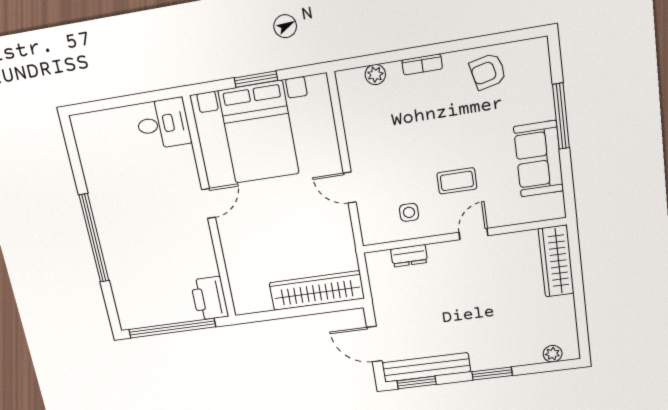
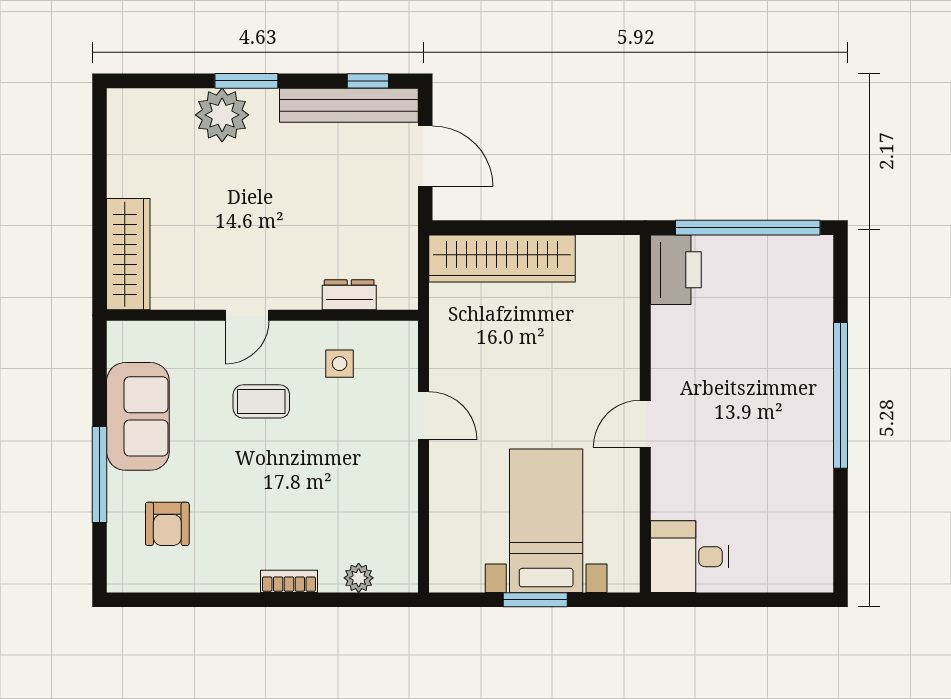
armchair: (488, 72) -> (167, 524), moved, turned 103
bed with nightstands: (259, 132) -> (546, 521), width x0.73
plant: (553, 354) -> (222, 115), moved, width x1.88, depth x1.88
window: (417, 383) -> (368, 81), width x0.67

